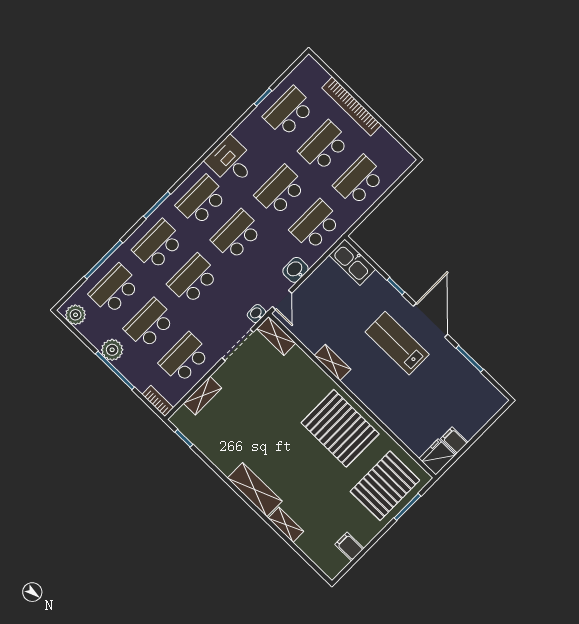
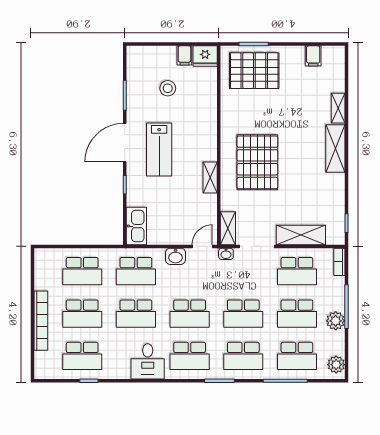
shelving: (203, 396) -> (301, 235), width x1.50, depth x1.33
stool: (441, 400) -> (168, 88), added
pallet: (340, 428) -> (257, 162), moved

